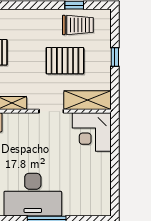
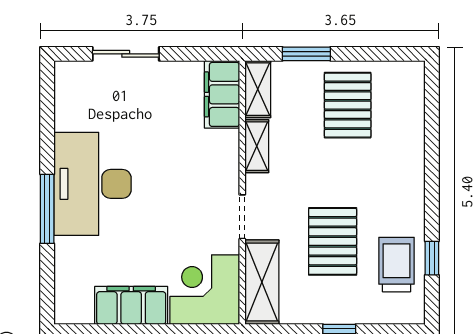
trolley: (78, 25) -> (397, 265), turned 180
filing cabinet: (101, 173) -> (131, 305), added

